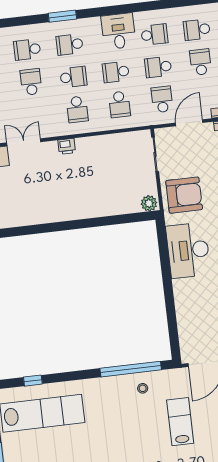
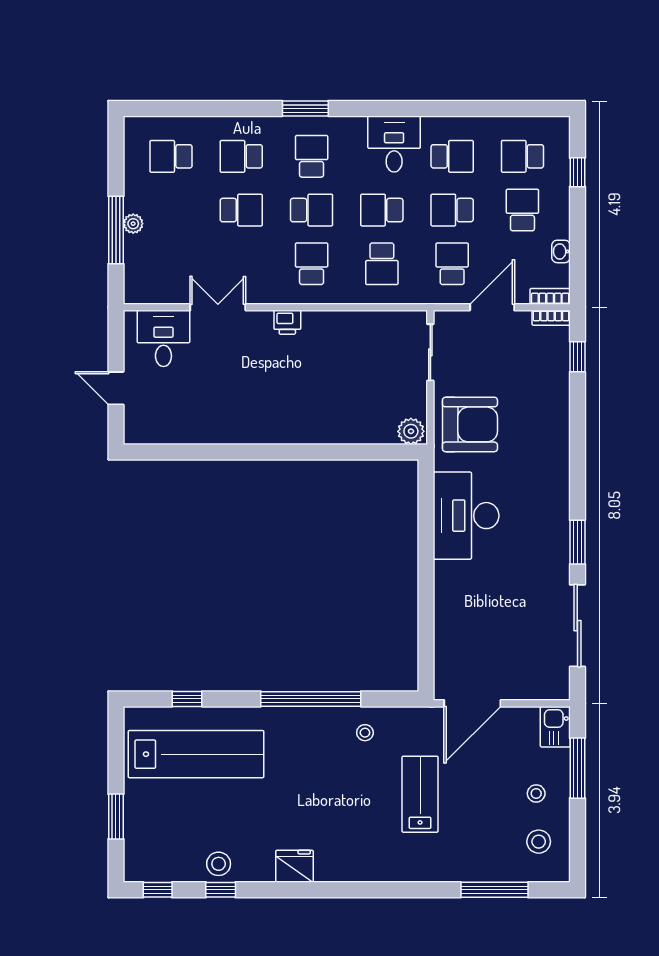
school desk: (70, 45) -> (312, 156), turned 90
school desk: (31, 82) -> (241, 210), turned 90
school desk: (77, 109) -> (312, 264), turned 180
window: (131, 369) -> (311, 699), moved

